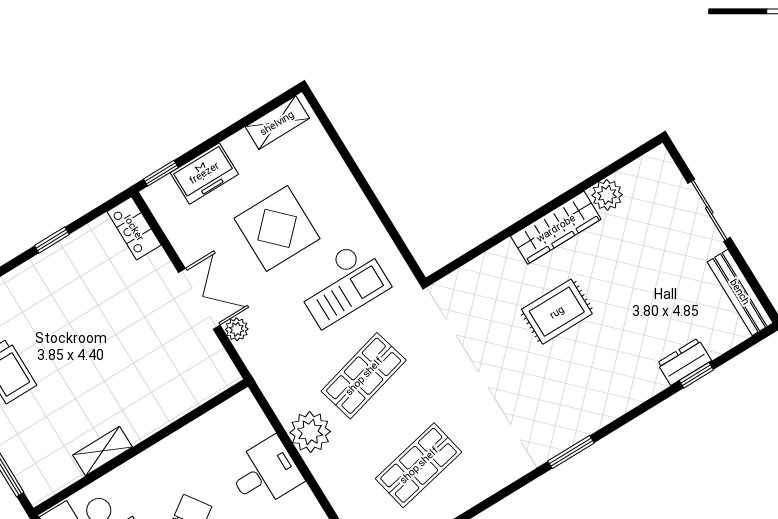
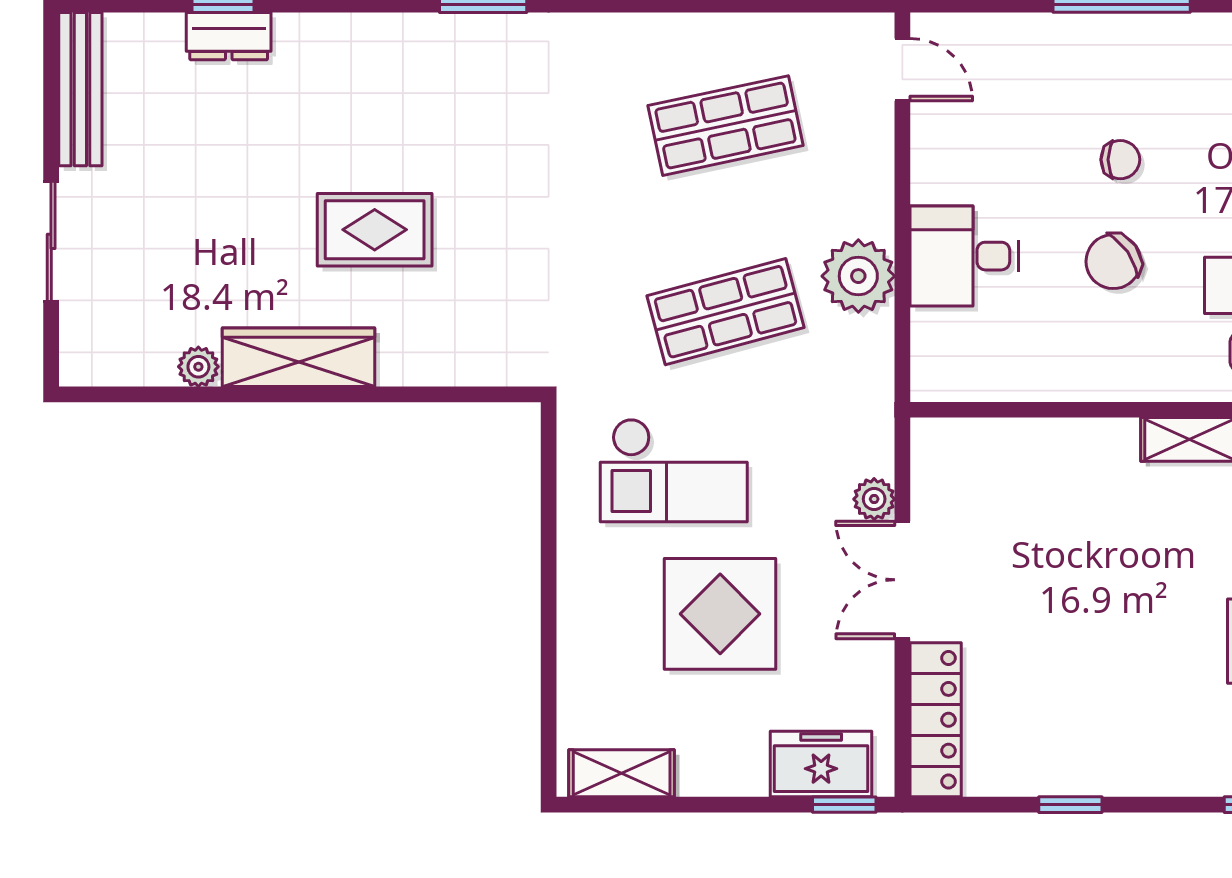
freezer: (204, 173) -> (821, 764), moved
plant: (607, 195) -> (198, 367), width x0.73, depth x0.73
locker: (134, 228) -> (936, 720), width x1.53
checkout: (342, 284) -> (674, 470), turned 180

